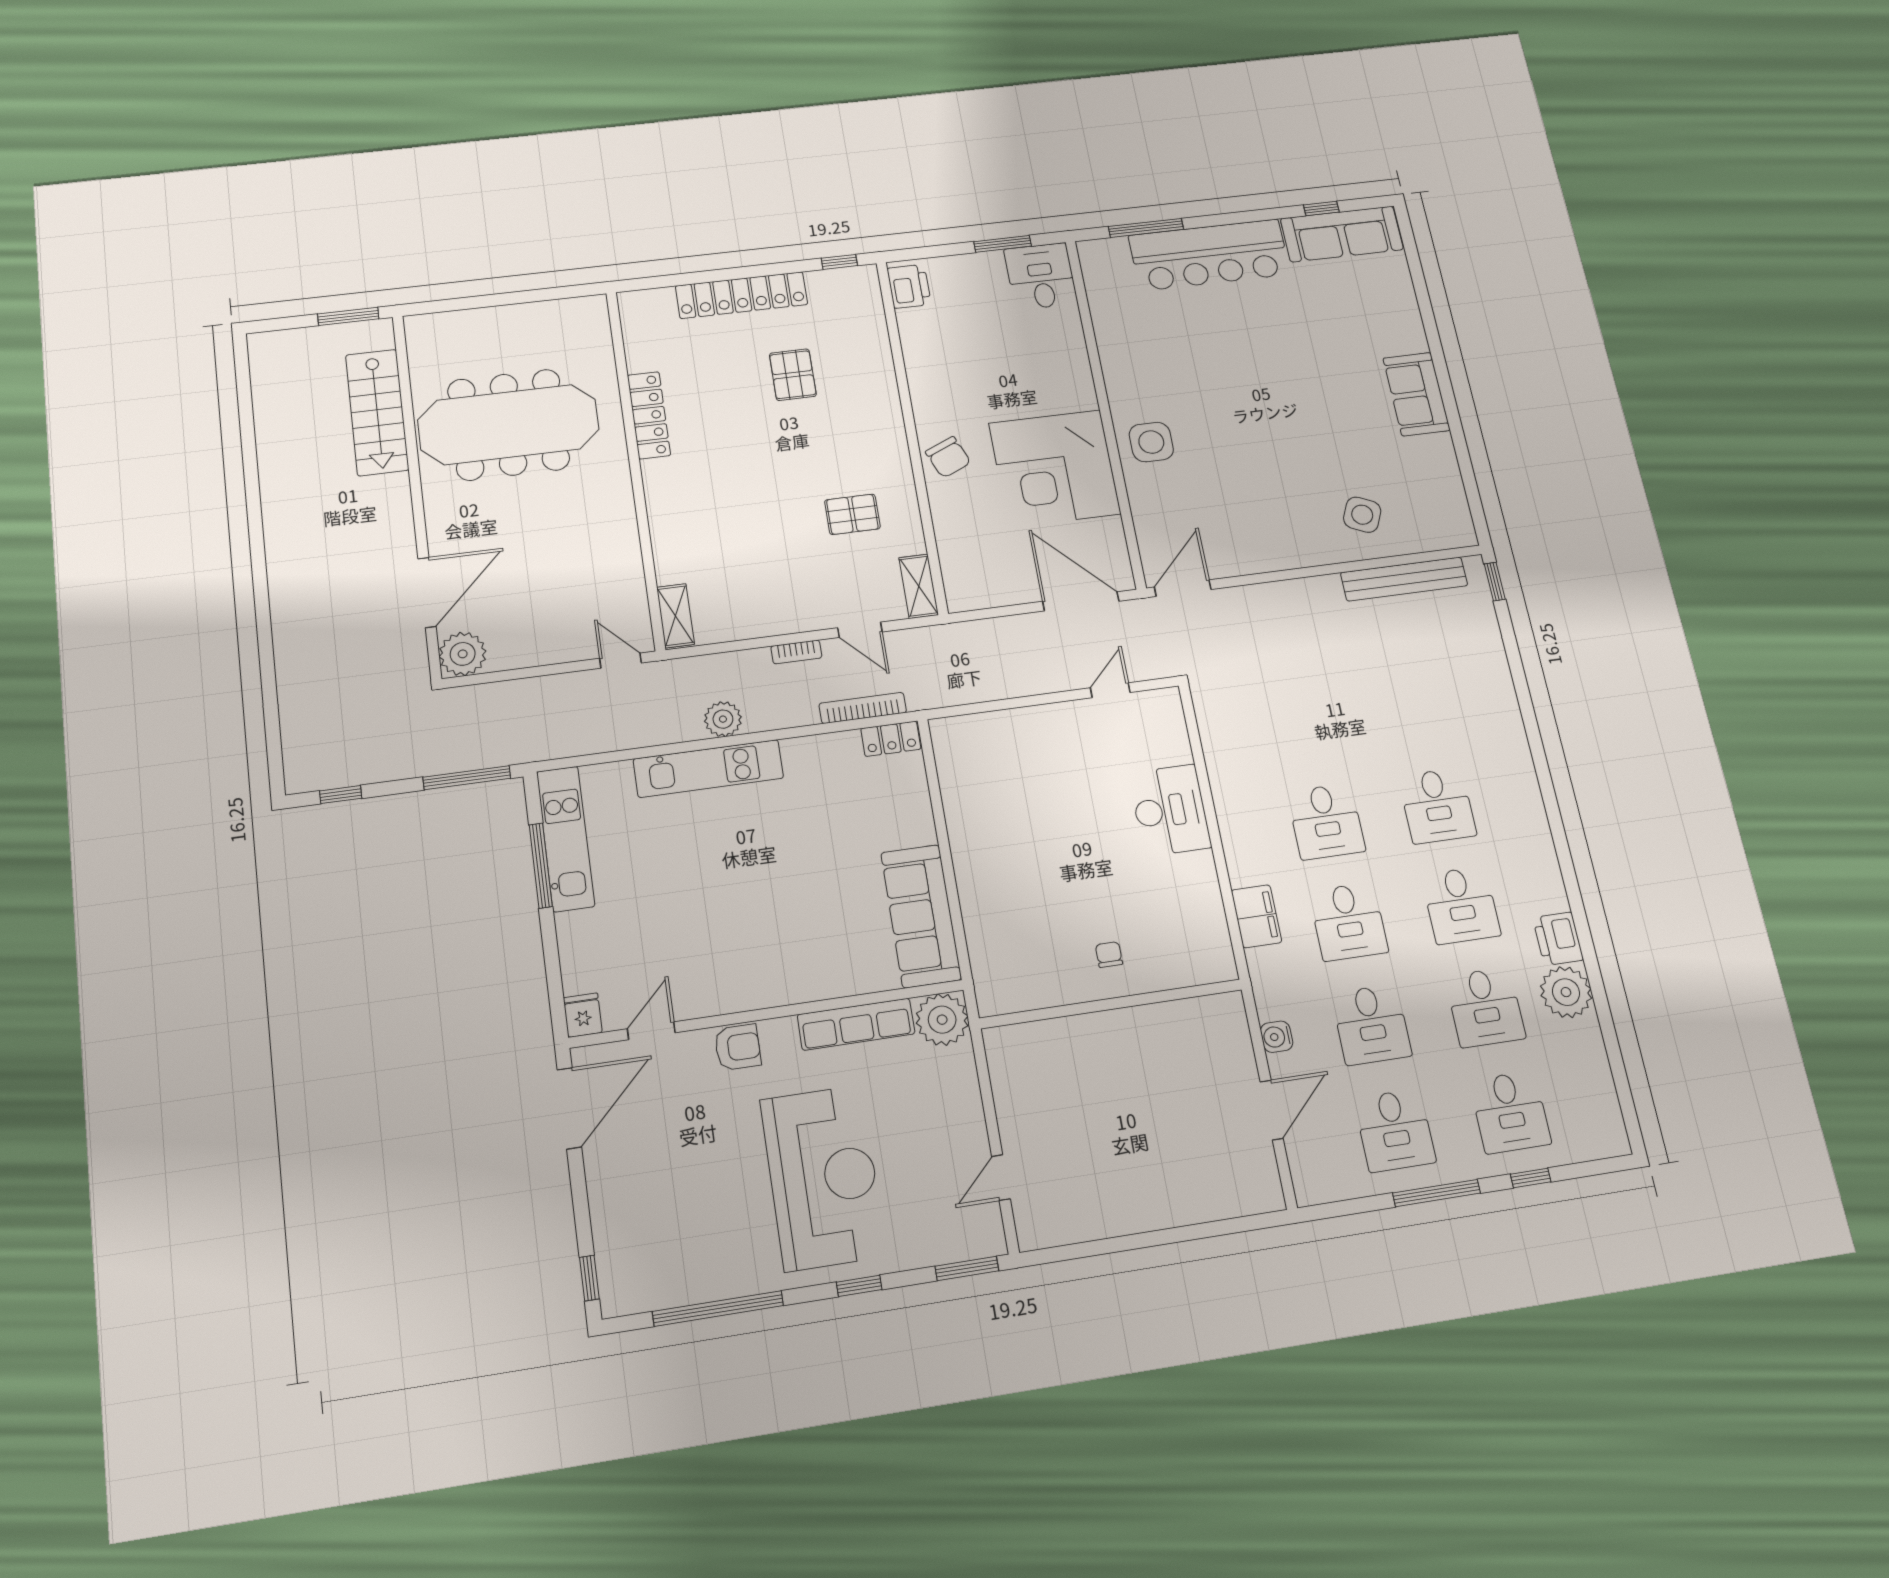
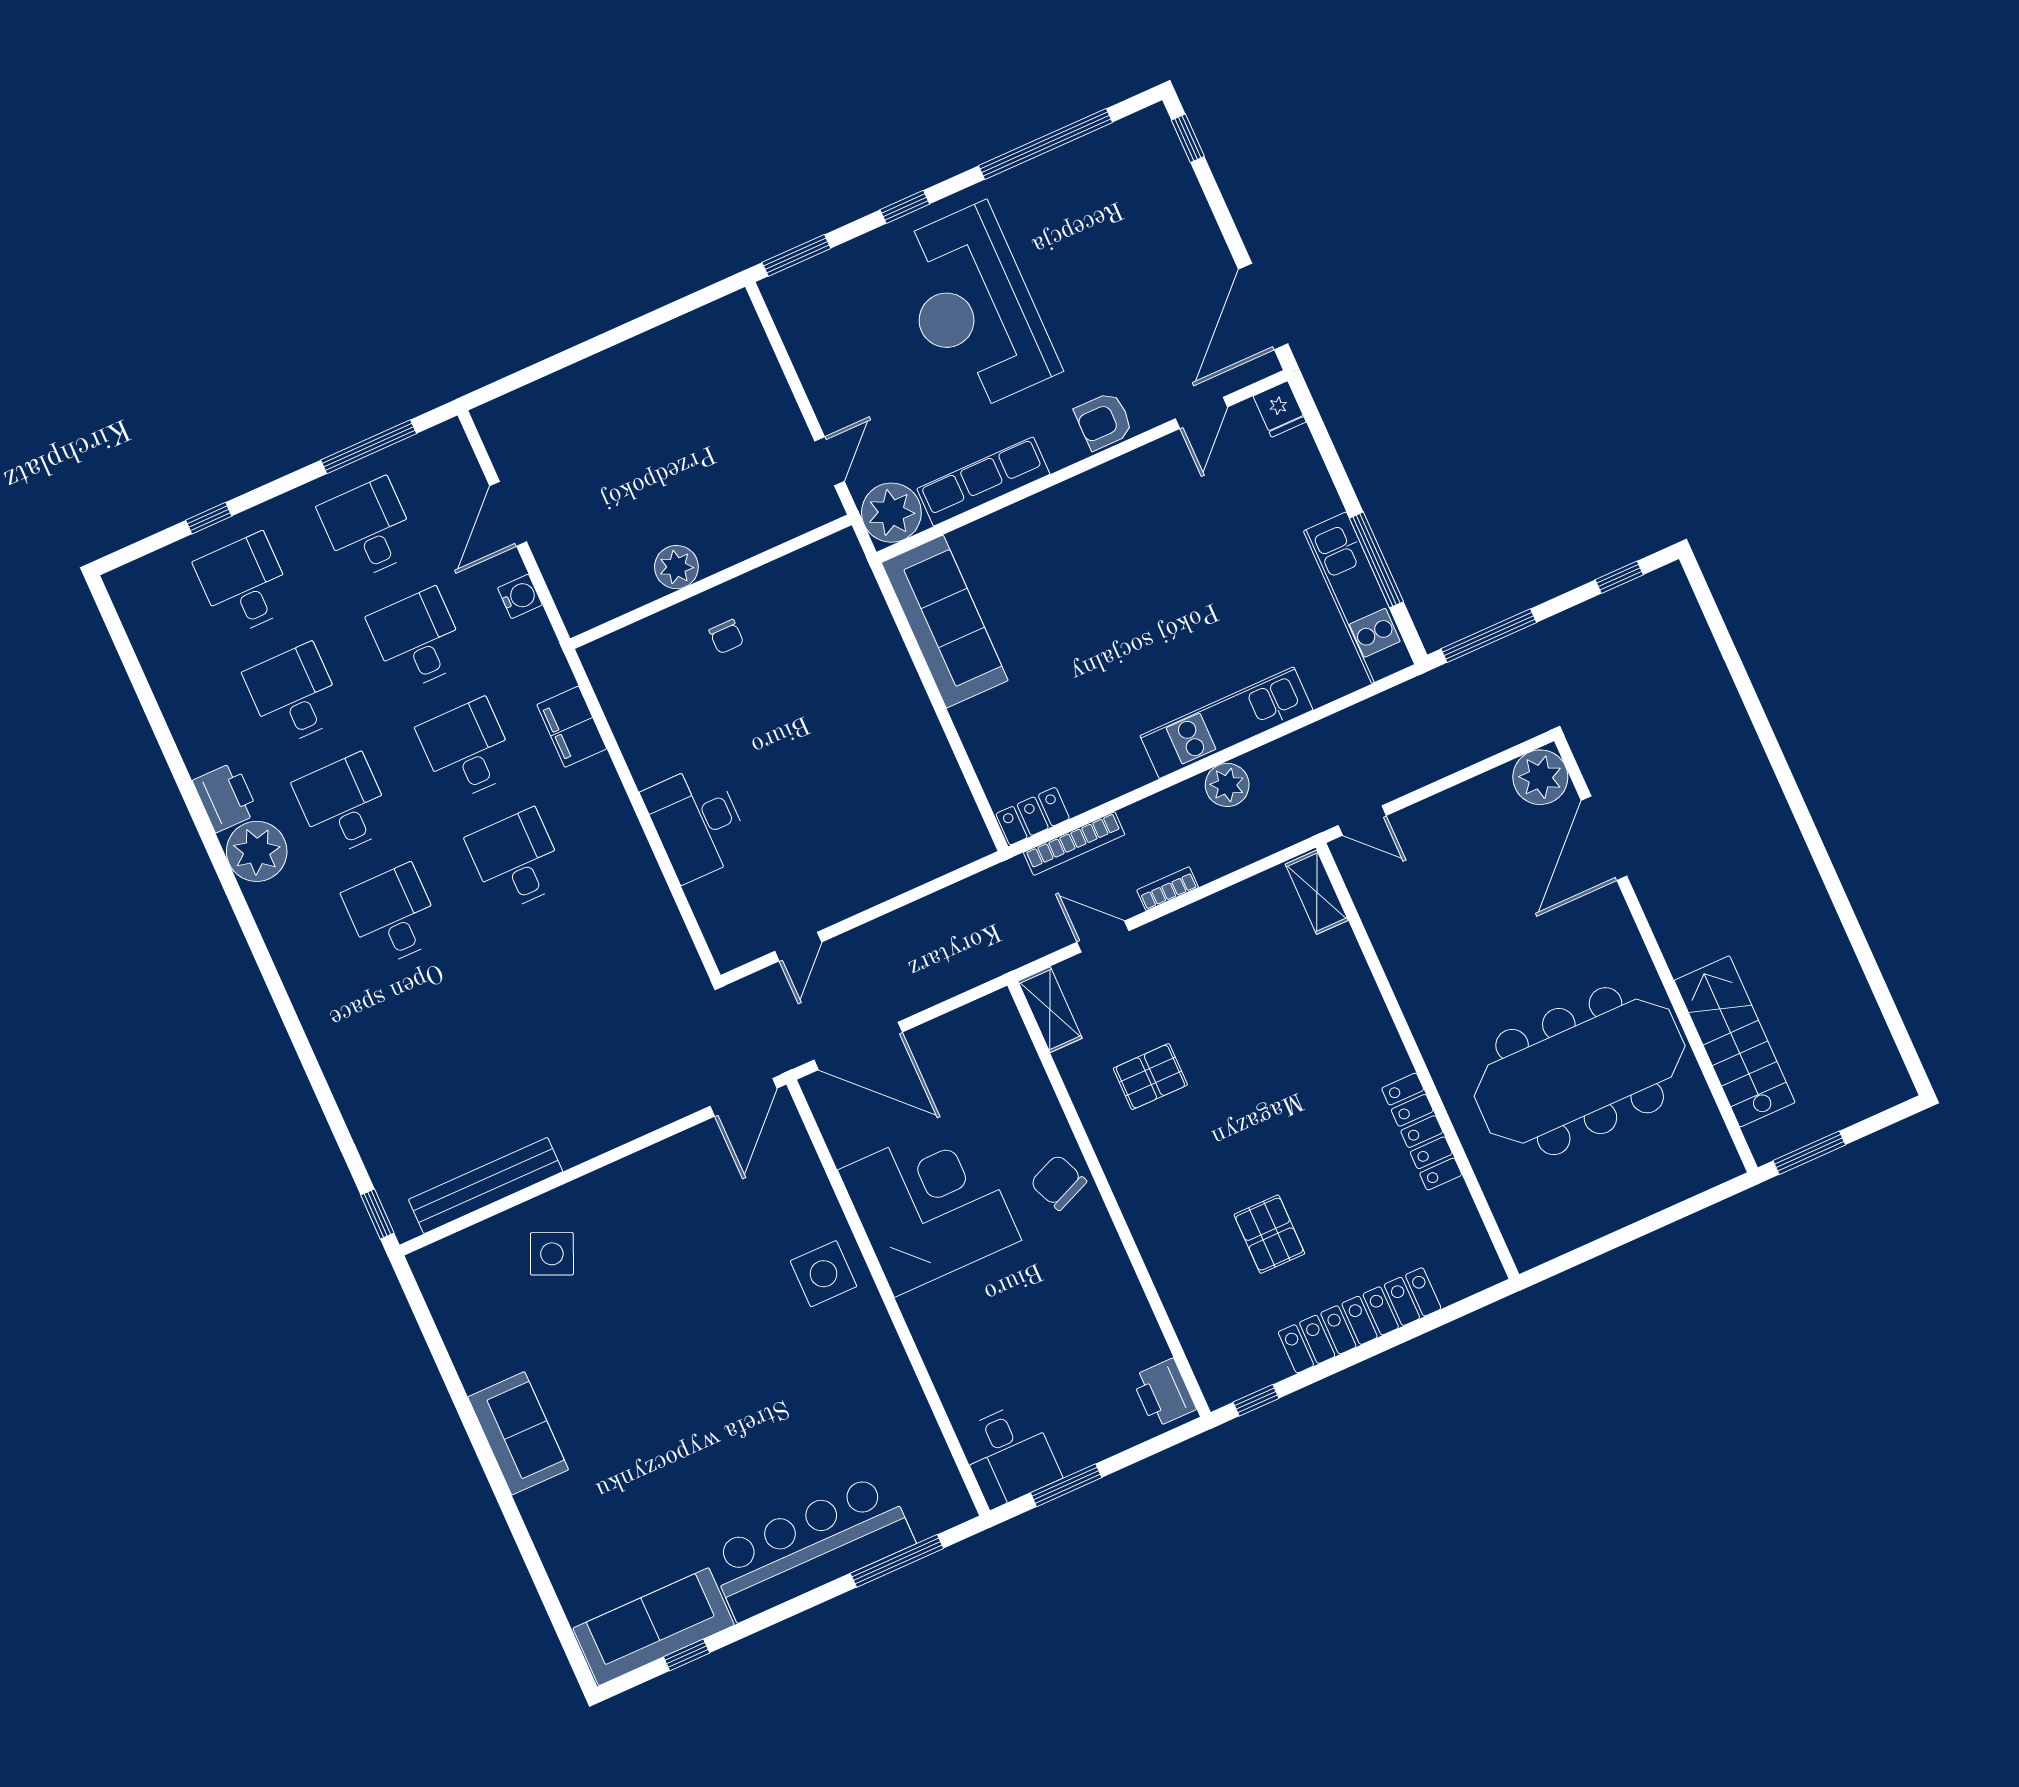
plant: (1566, 992) -> (257, 851), moved
plant: (1137, 1024) -> (676, 567), added
door: (1001, 1178) -> (829, 461), moved
window: (1437, 1193) -> (369, 447), moved

